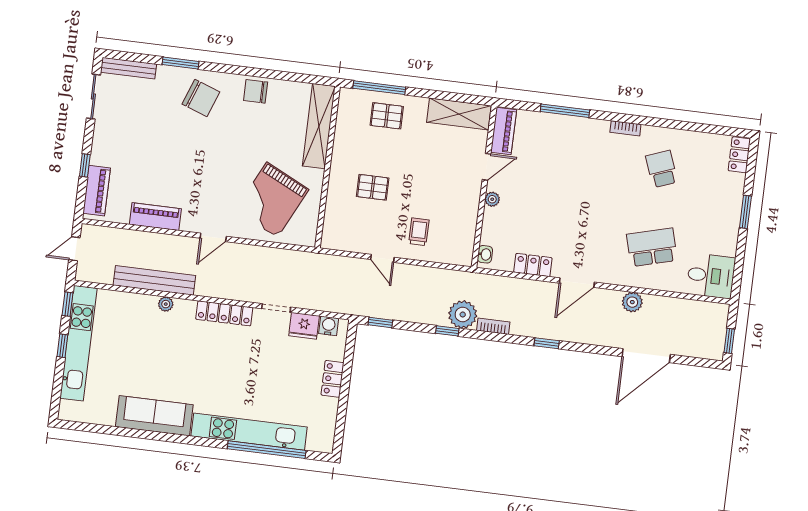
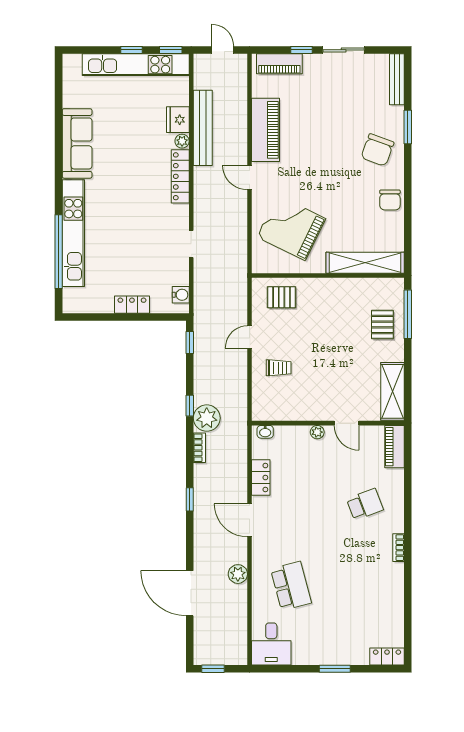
chair: (256, 91) -> (390, 200), turned 180
sliding door: (93, 96) -> (344, 50), moved
window: (565, 111) -> (408, 489), removed
piano: (504, 131) -> (394, 447), moved, turned 90
school desk: (662, 169) -> (365, 504), moved
pallet: (373, 187) -> (282, 297), moved, turned 90
piano: (155, 217) -> (266, 130), width x1.37, depth x1.33
locker: (224, 313) -> (180, 176), moved
fridge: (304, 326) -> (178, 120), moved

